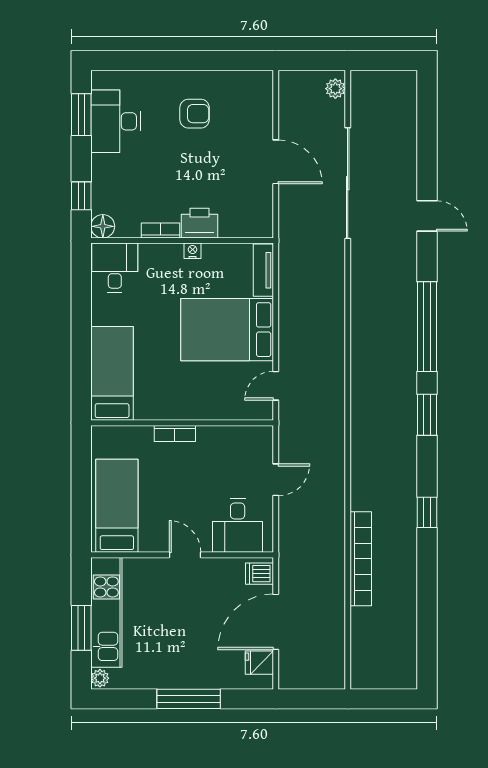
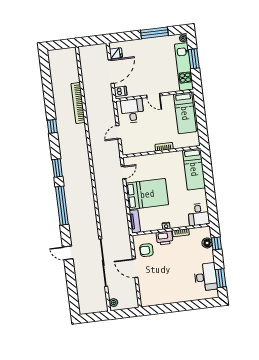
armchair: (195, 114) -> (146, 250), moved
floor lamp: (103, 226) -> (207, 243), moved
window: (189, 699) -> (154, 33), moved

